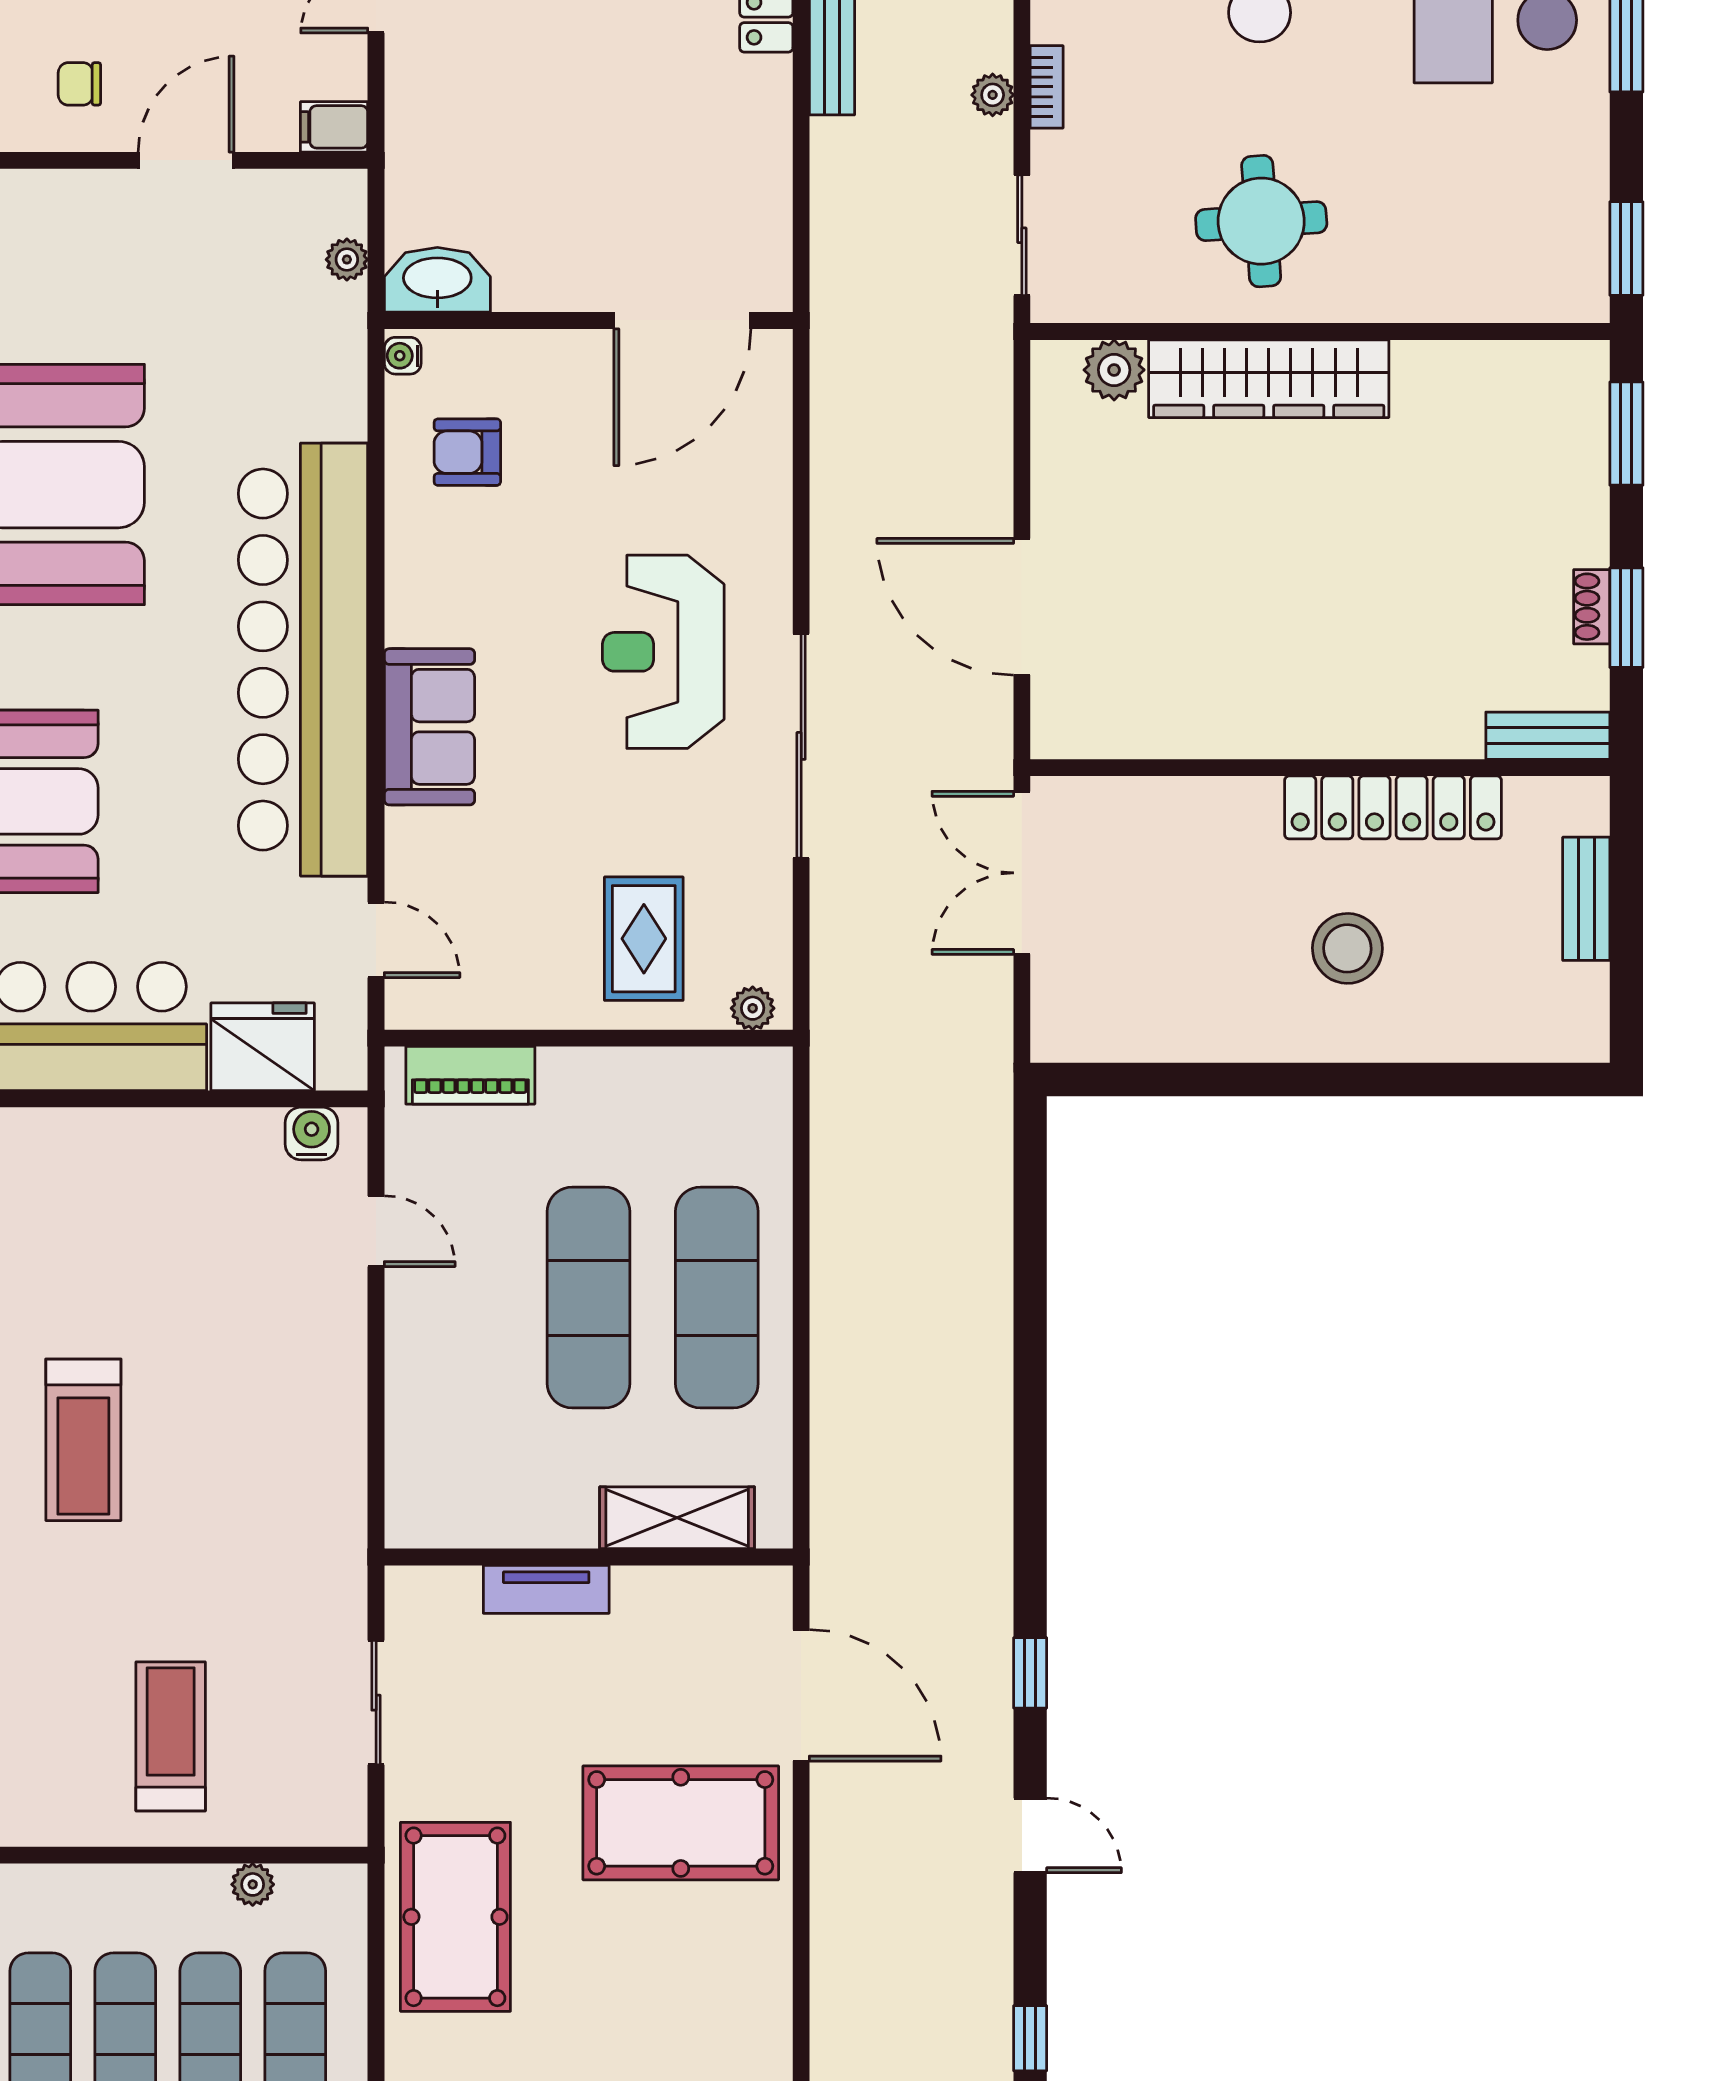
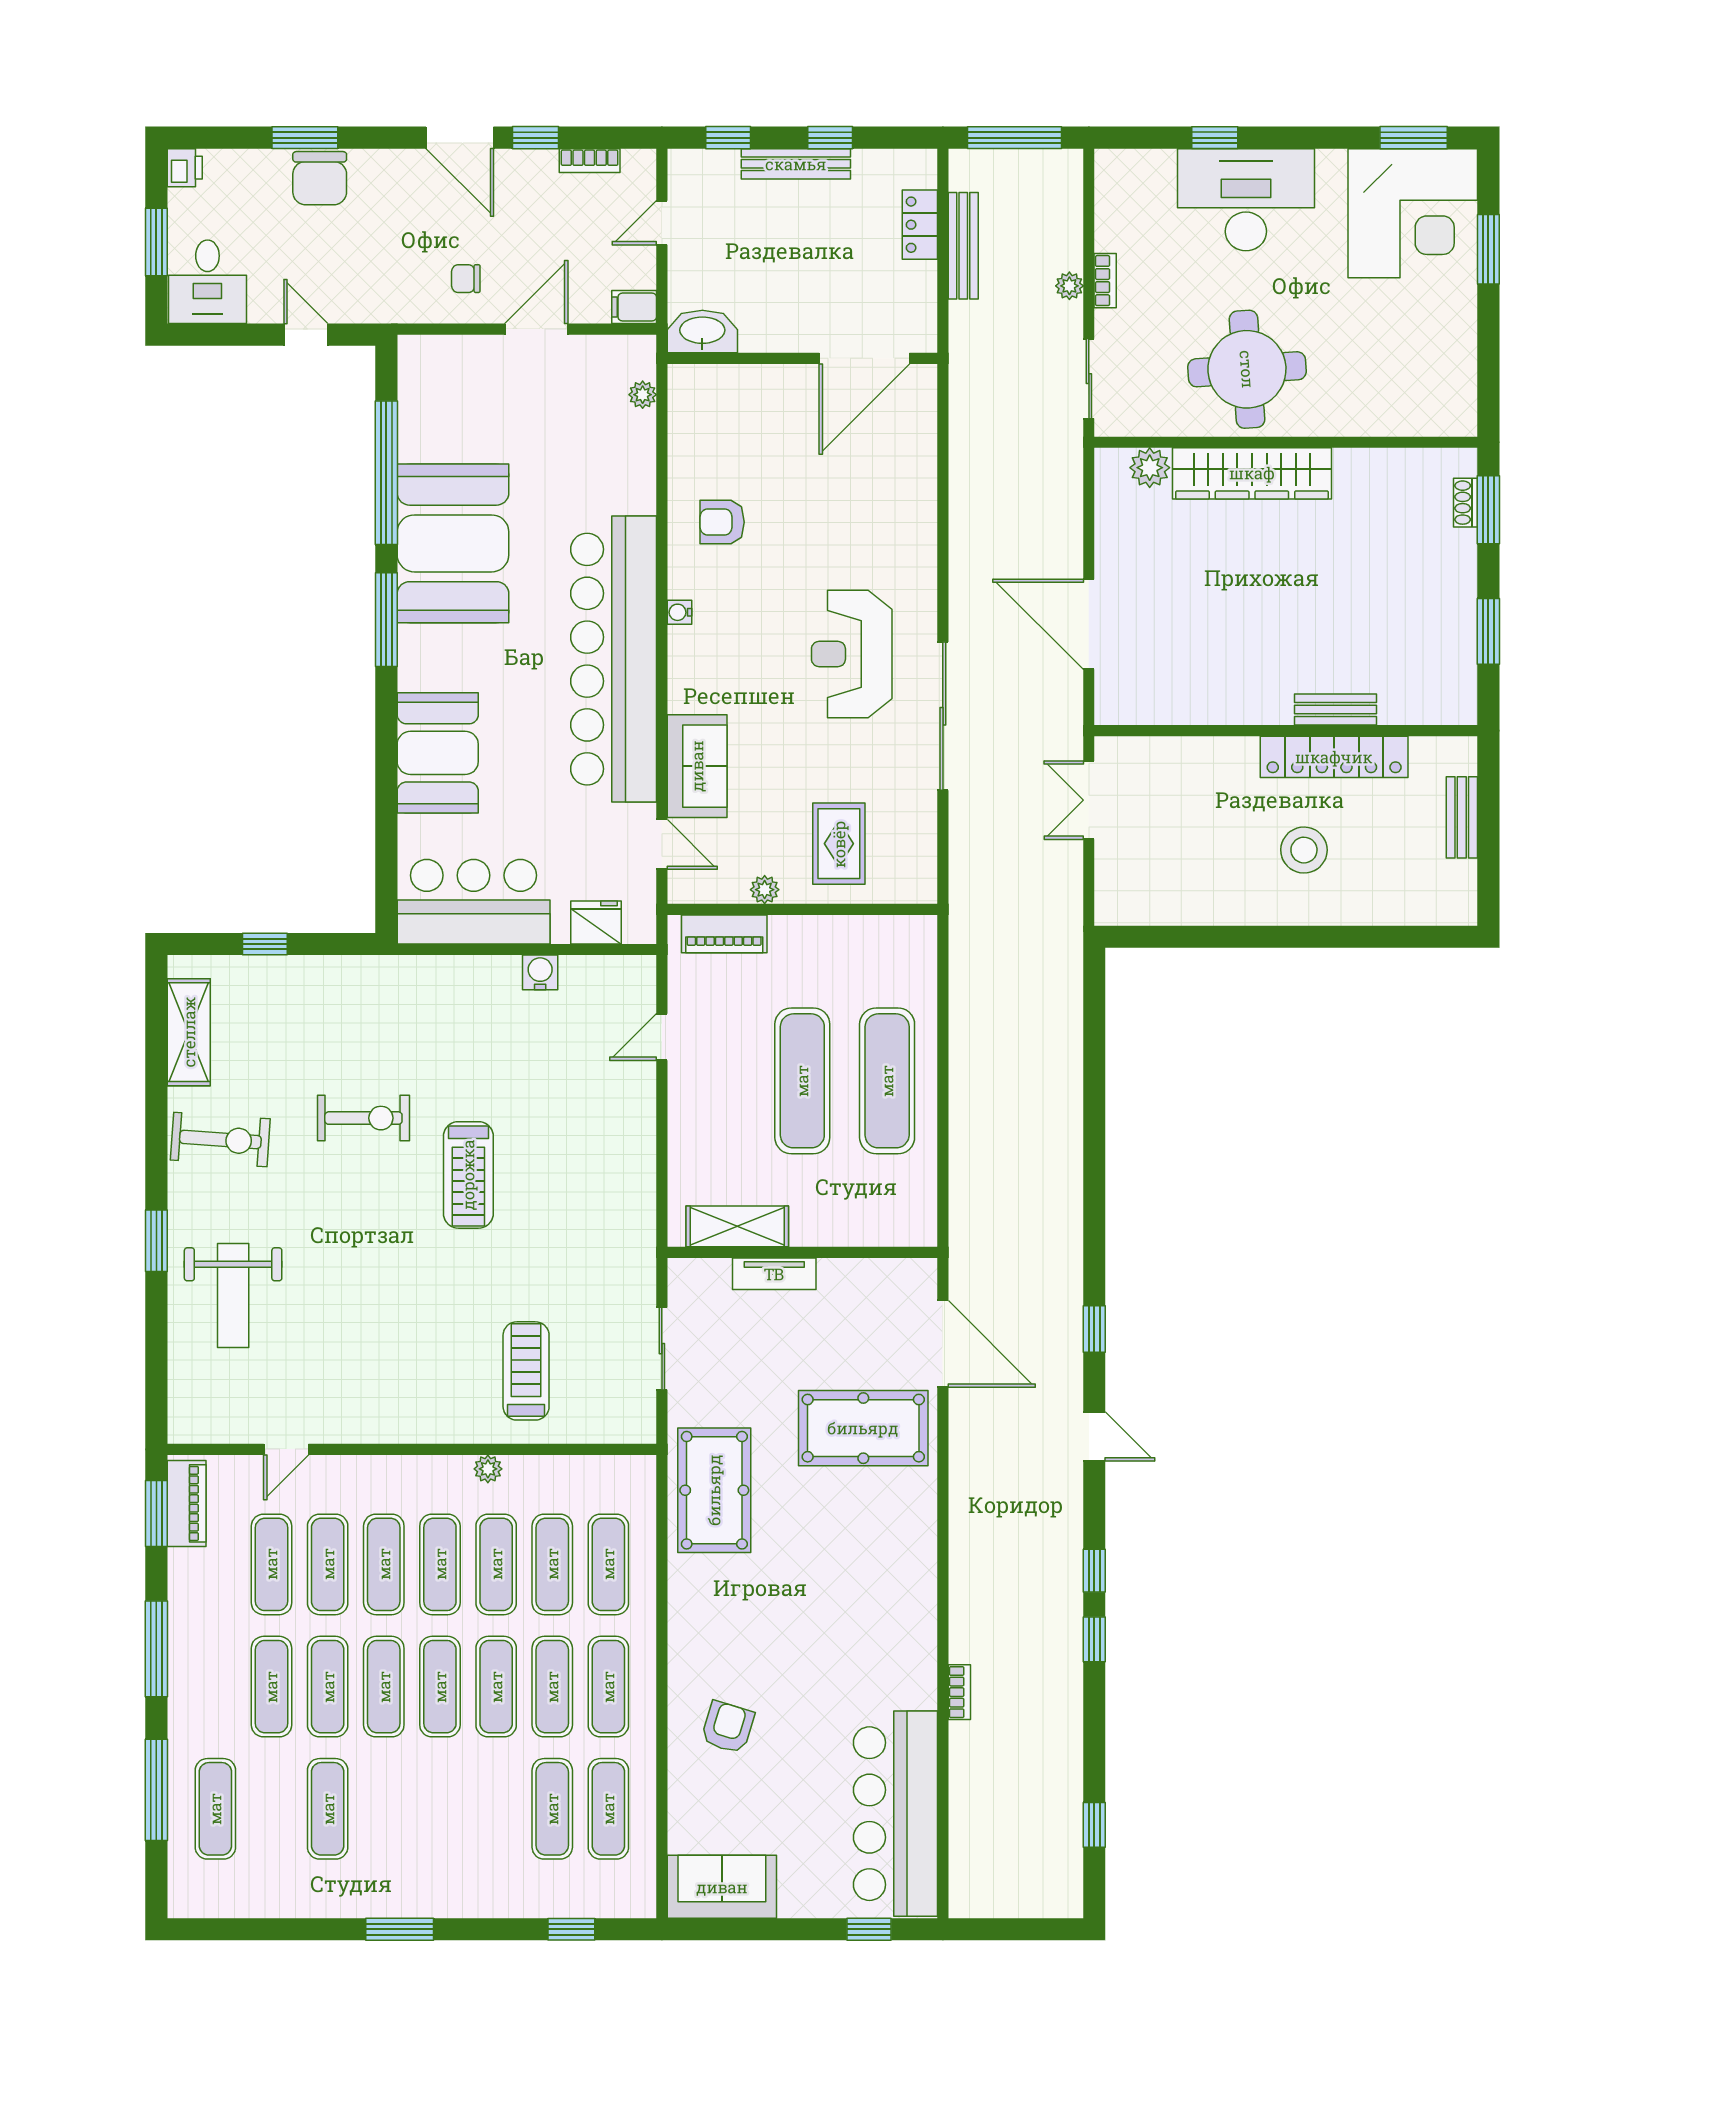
round table: (1261, 221) -> (1247, 369), width x1.36, depth x1.36
window: (1626, 249) -> (1488, 387), removed
washbasin: (437, 280) -> (702, 331), moved
wall: (589, 320) -> (802, 358), moved
door: (682, 320) -> (864, 358), moved
water cooler: (403, 356) -> (679, 612), moved
shoe rack: (1592, 607) -> (1465, 503), moved
sofa: (429, 727) -> (697, 766), moved
bench: (1548, 736) -> (1335, 709), moved
double door: (1022, 873) -> (1089, 800), width x0.73
plant: (753, 1008) -> (765, 890), moved
fridge: (263, 1047) -> (596, 922), width x0.73, depth x0.75
water cooler: (312, 1133) -> (540, 972), moved
door: (376, 1231) -> (662, 1037), swing flipped
shelving: (677, 1518) -> (737, 1226), moved
plant: (253, 1884) -> (488, 1469), moved

